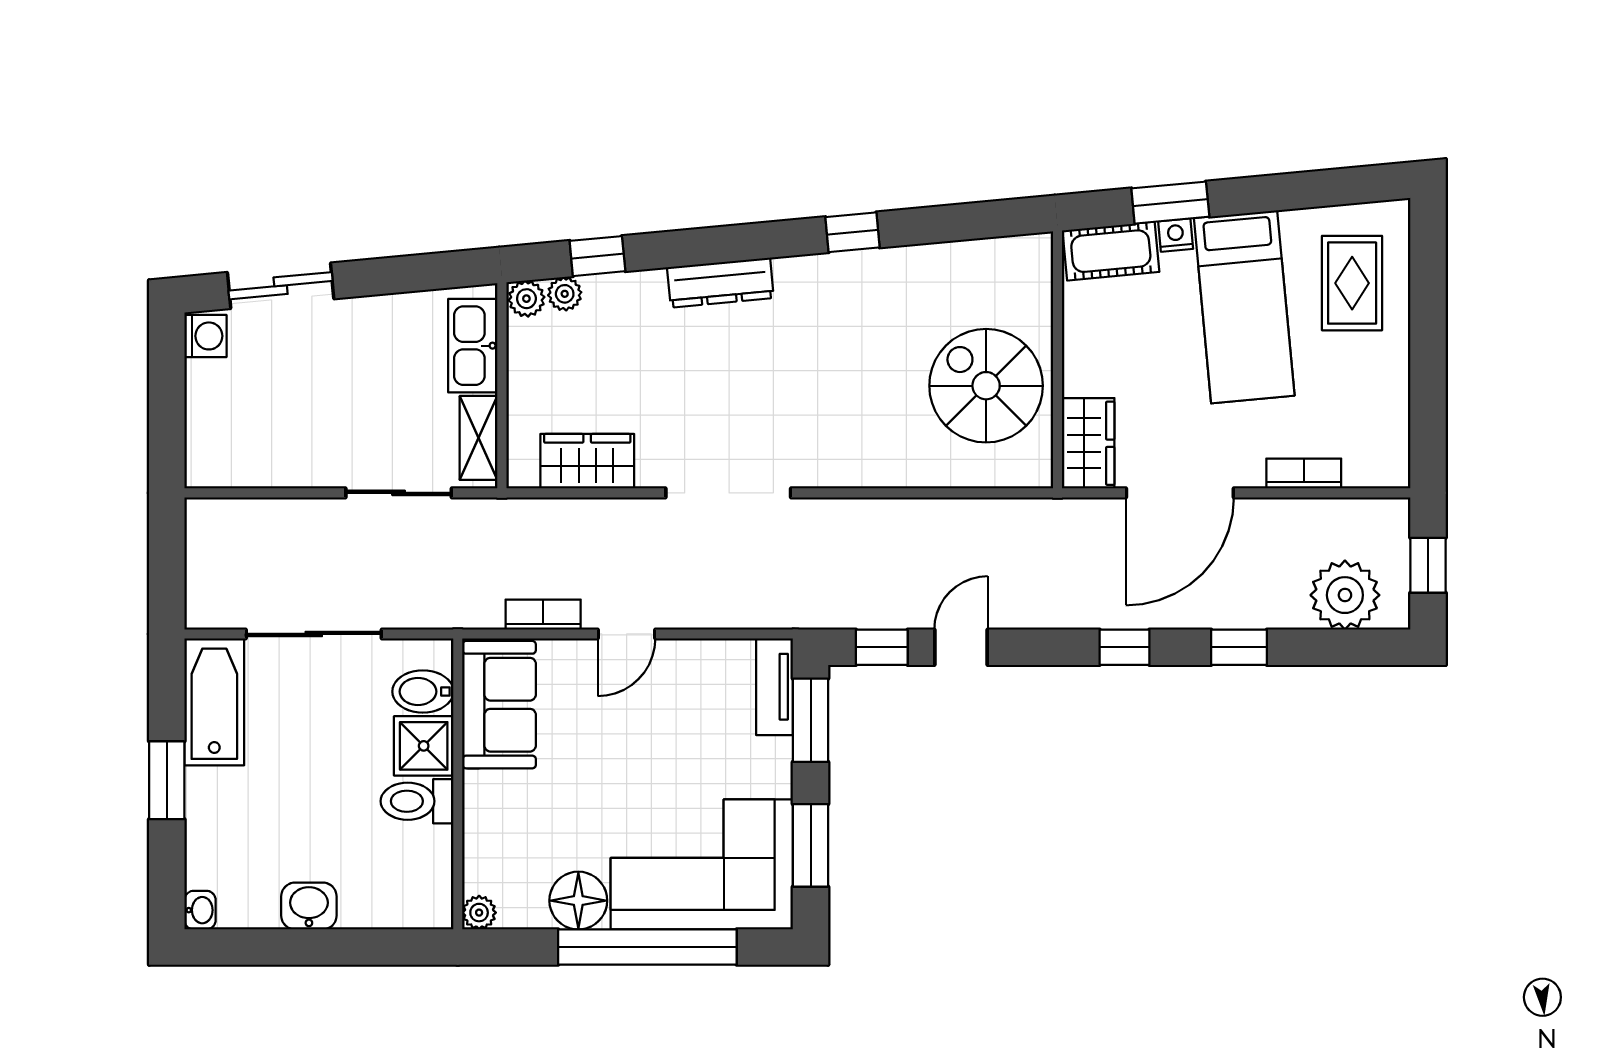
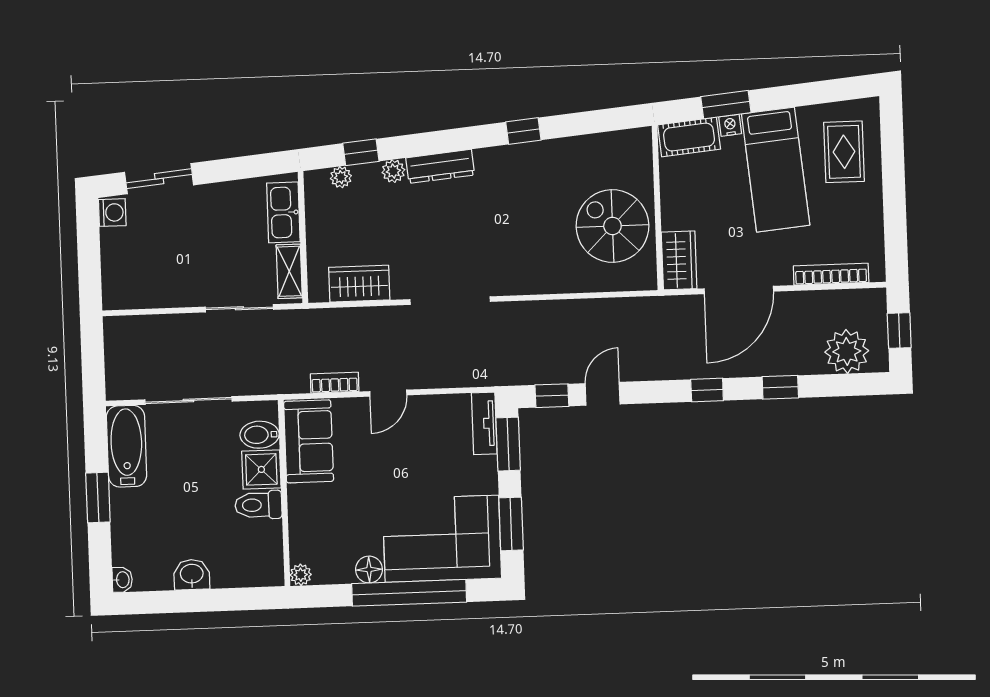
plant: (526, 299) -> (393, 171), moved
bookcase: (1304, 473) -> (831, 274), width x1.56
floor lamp: (578, 901) -> (369, 570), width x0.73, depth x0.73

